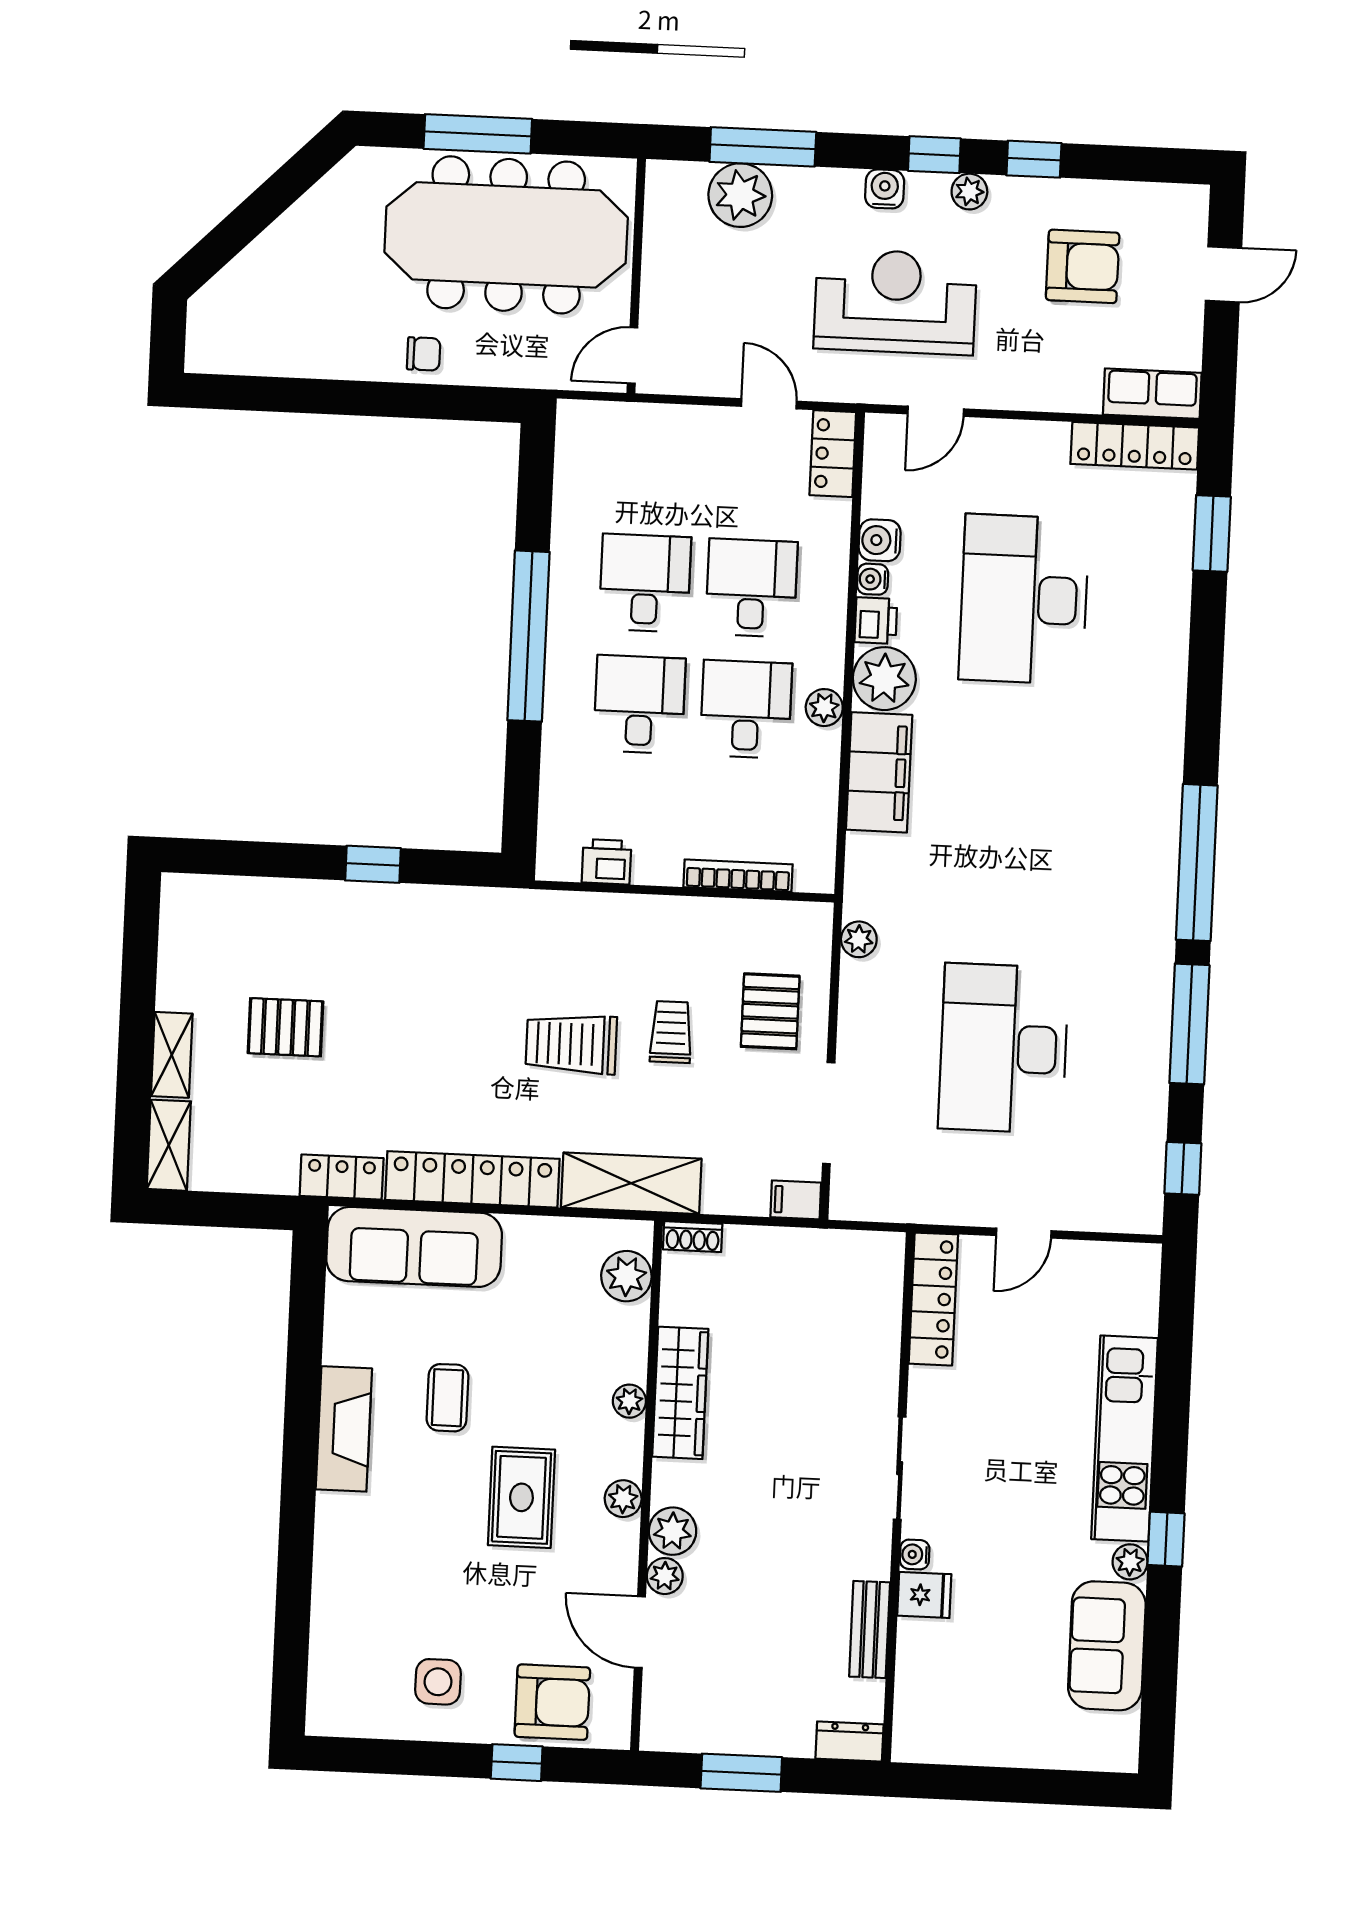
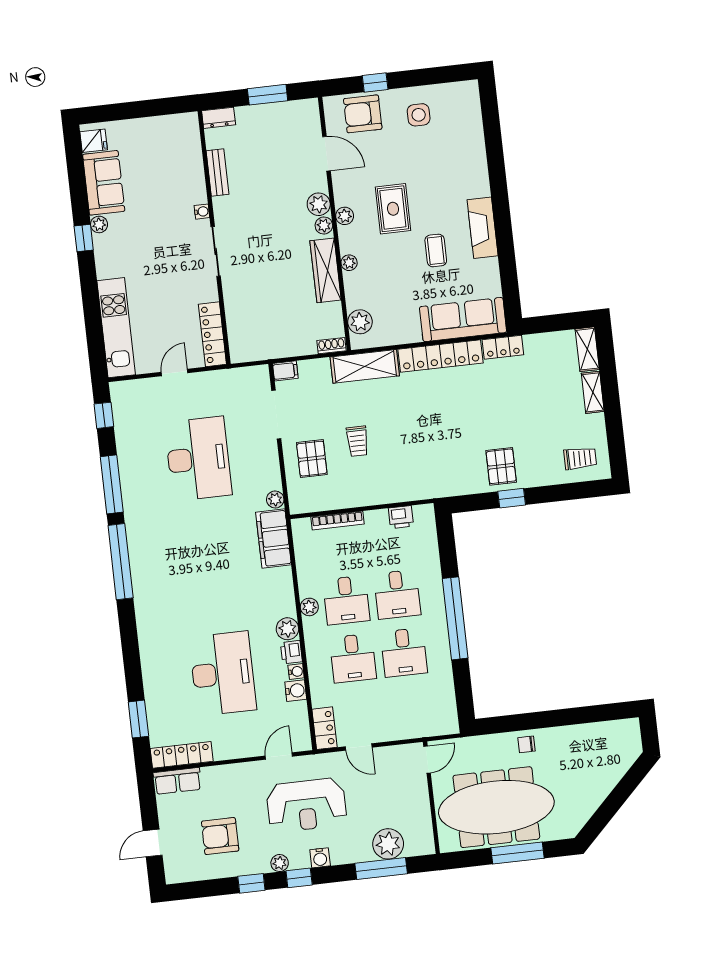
plant: (884, 679) -> (287, 629), width x0.73, depth x0.73
filing cabinet: (879, 772) -> (274, 539), moved
pallet: (286, 1027) -> (501, 466), moved, turned 90
trolley: (571, 1044) -> (580, 458), moved, width x0.73, depth x0.72
kitchen unit: (1124, 1439) -> (116, 328), moved
plant: (665, 1576) -> (324, 225), moved
fridge: (924, 1595) -> (94, 141), moved, turned 180

